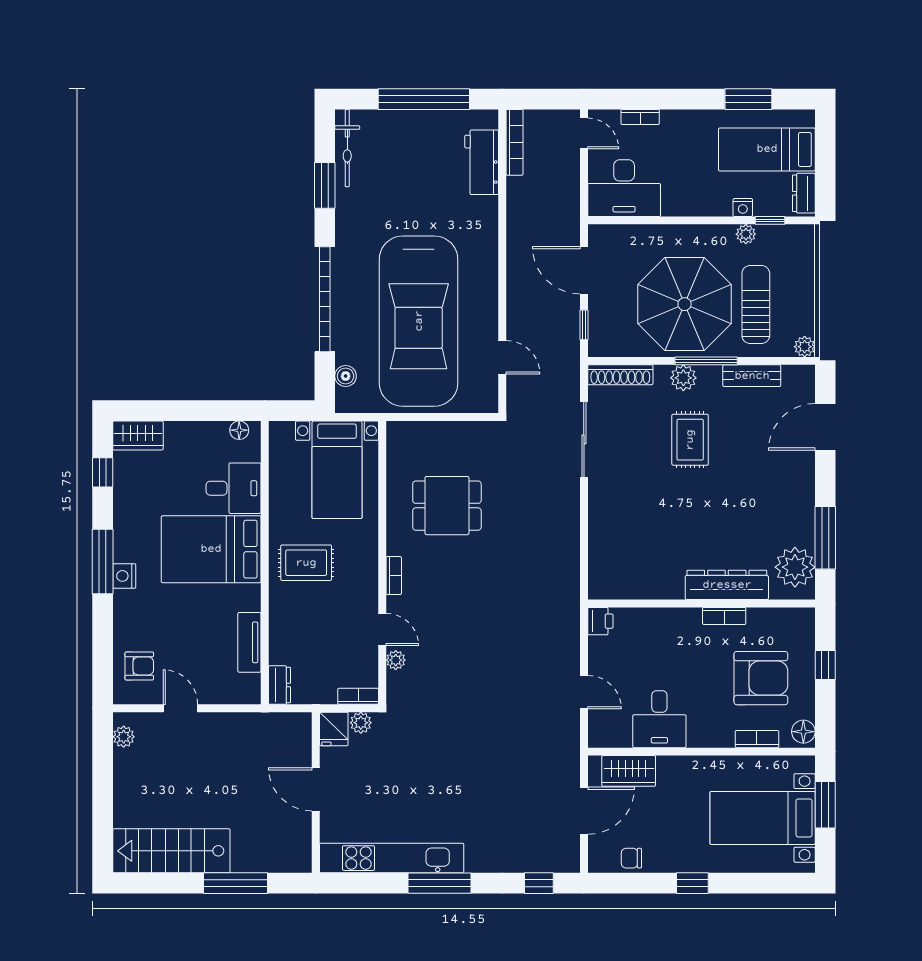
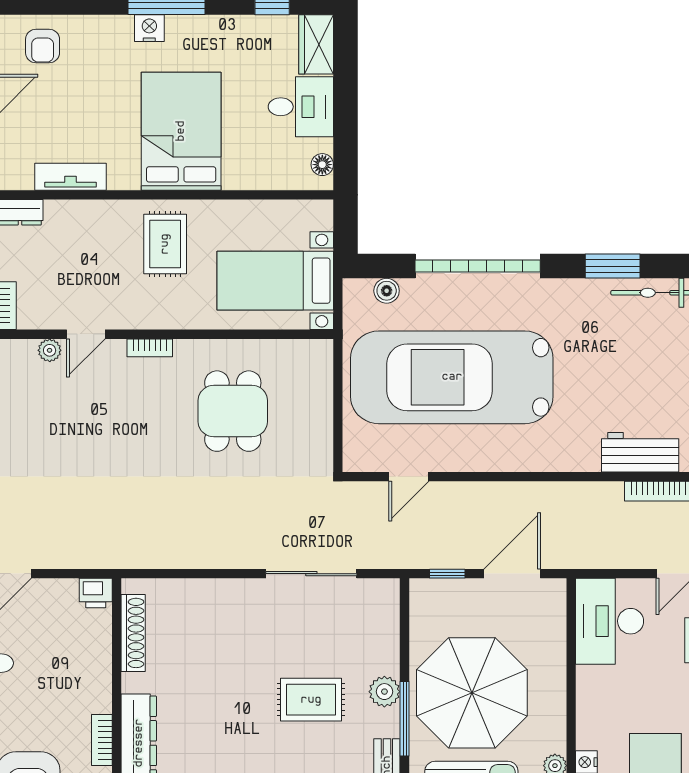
shoe rack: (620, 375) -> (133, 633), moved, turned 180
desk: (234, 488) -> (301, 107), moved, turned -90

